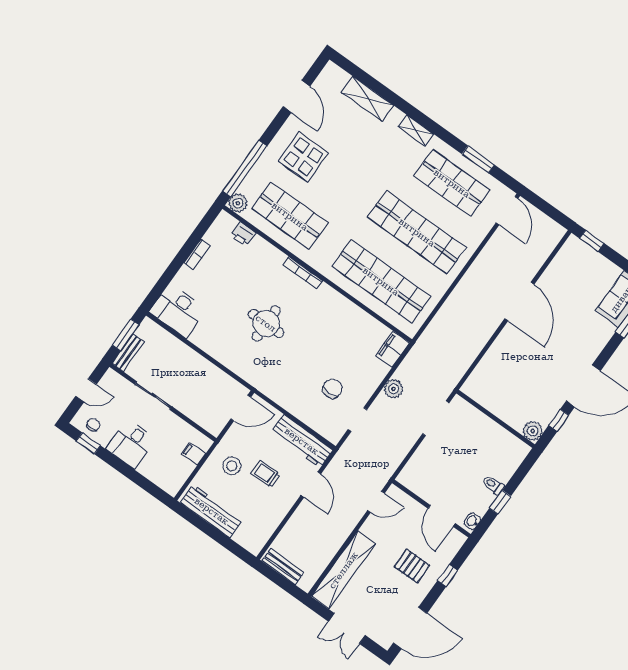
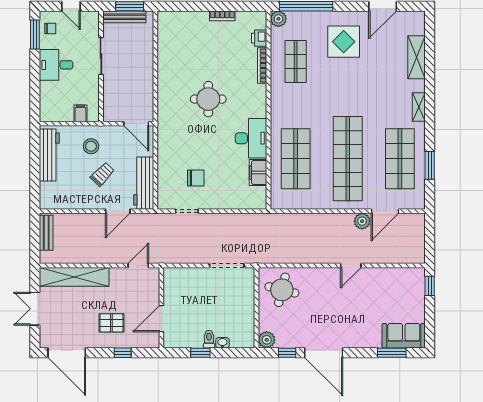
door: (507, 211) -> (385, 211), moved
shop shelf: (290, 216) -> (296, 61), width x0.70, depth x0.74
bookcase: (303, 273) -> (262, 65), moved
shop shelf: (381, 281) -> (296, 159), width x0.71
door: (519, 301) -> (351, 266), width x0.53
desk: (178, 311) -> (251, 138), moved, turned 180
filing cabinet: (393, 349) -> (258, 172), moved, turned -90
bench: (128, 352) -> (124, 17), width x1.36
round table: (496, 383) -> (282, 290), added
plant: (394, 389) -> (362, 221), moved
window: (88, 443) -> (35, 34), width x1.50
trolley: (266, 474) -> (102, 174), turned 44
door: (376, 502) -> (138, 266), swing flipped
washbasin: (472, 521) -> (222, 343), moved
pallet: (412, 566) -> (111, 323), turned 90

